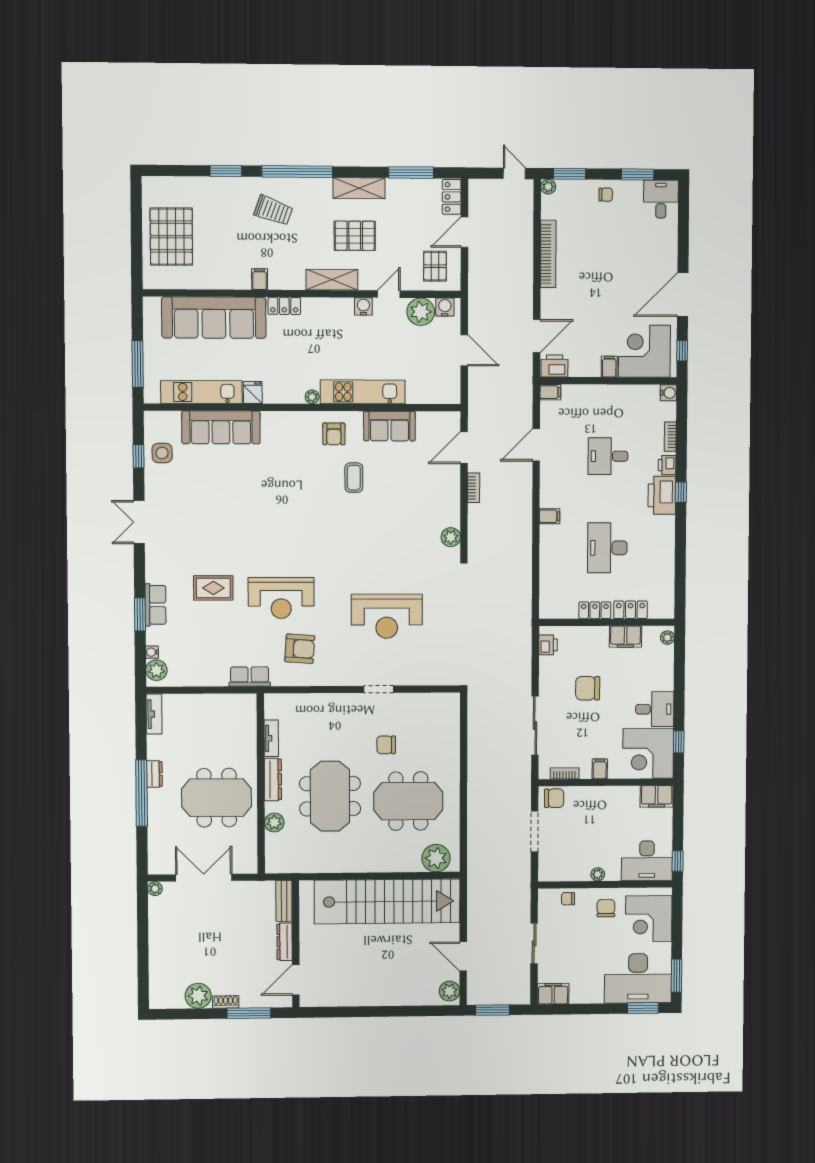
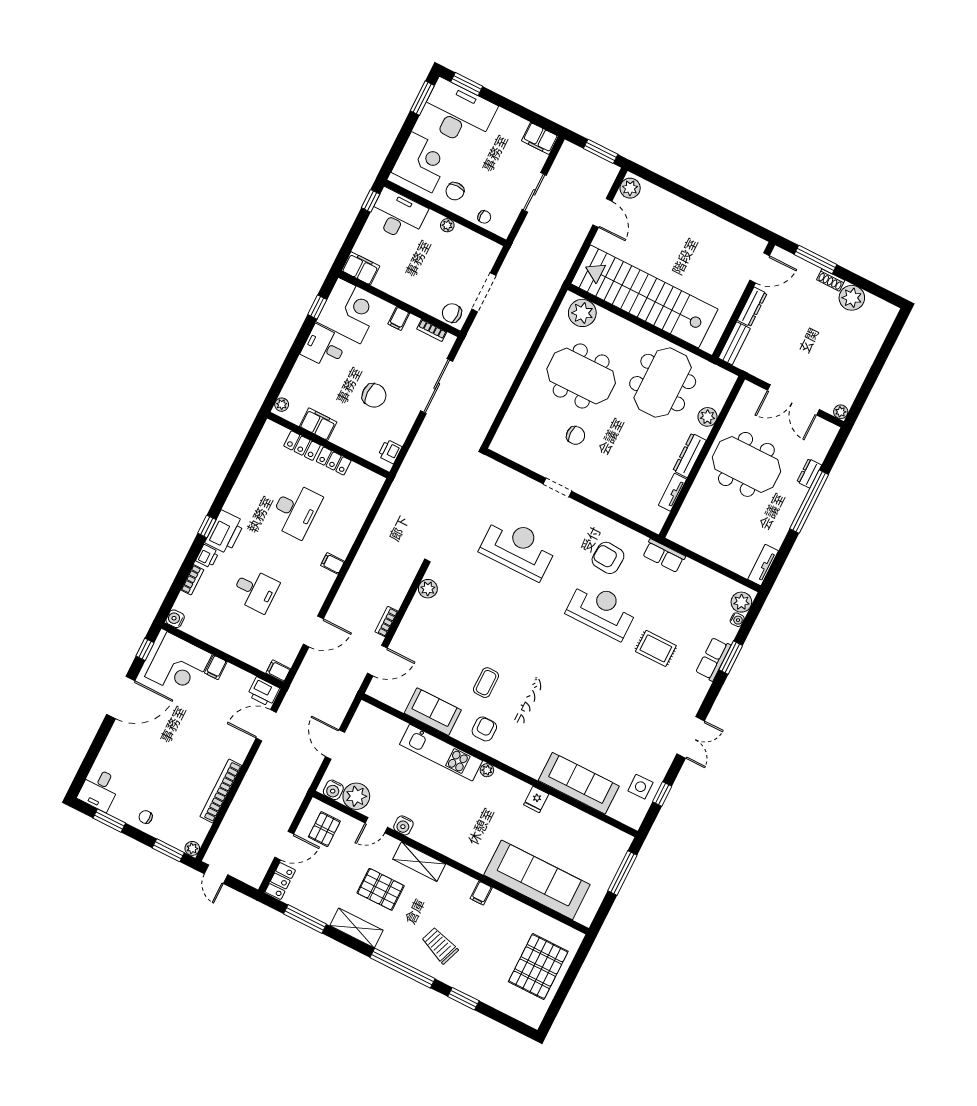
locker: (284, 306) -> (471, 860), removed
kitchen unit: (201, 392) -> (580, 822), removed
dresser: (154, 774) -> (809, 473), moved
meeting table: (330, 796) -> (663, 383), moved

